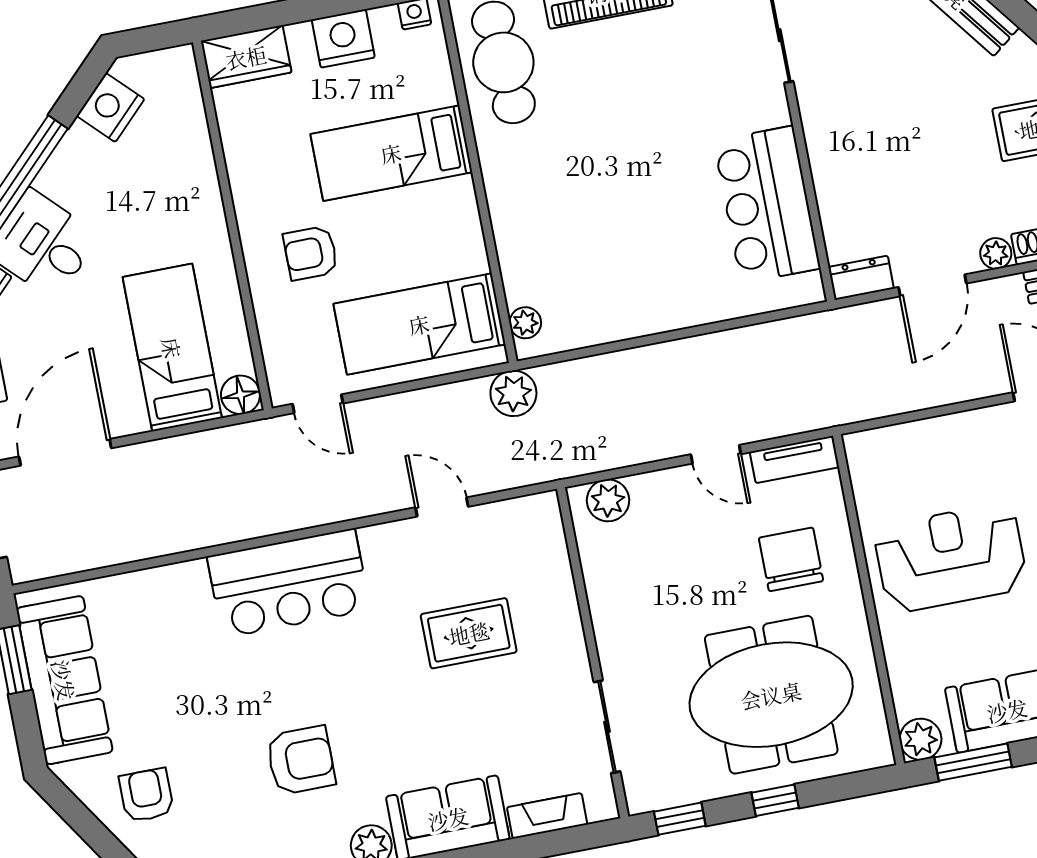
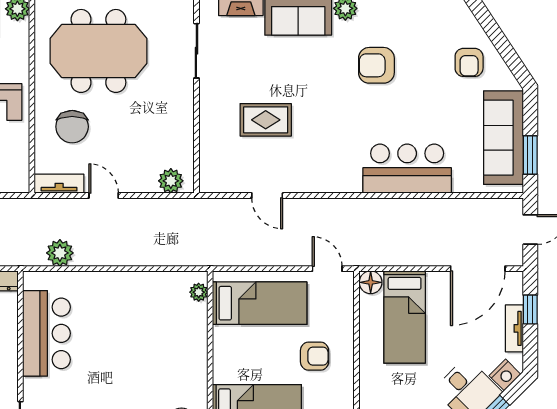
plant: (513, 393) -> (60, 253), moved
bar counter: (289, 583) -> (407, 169), moved

